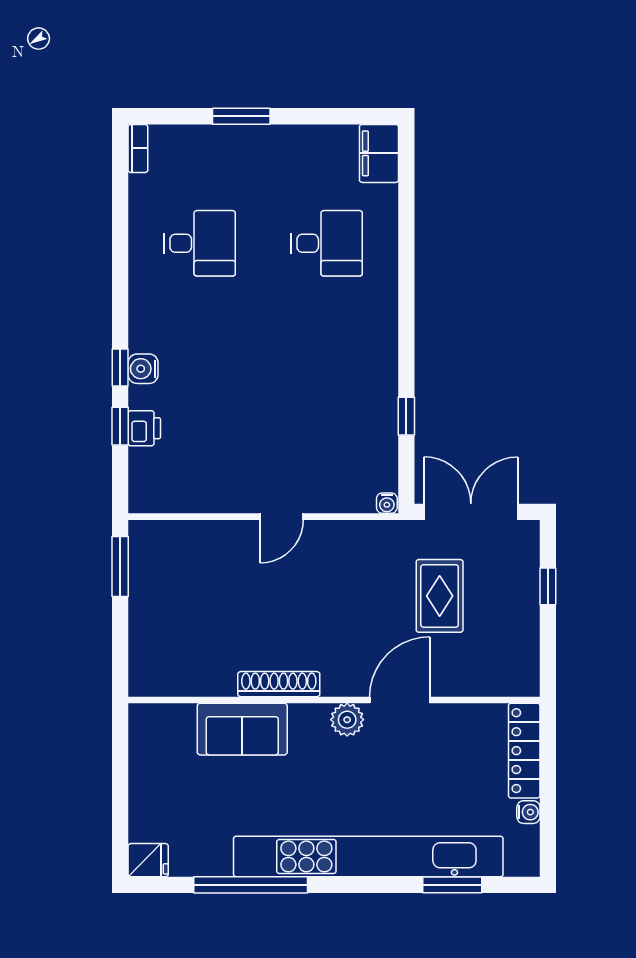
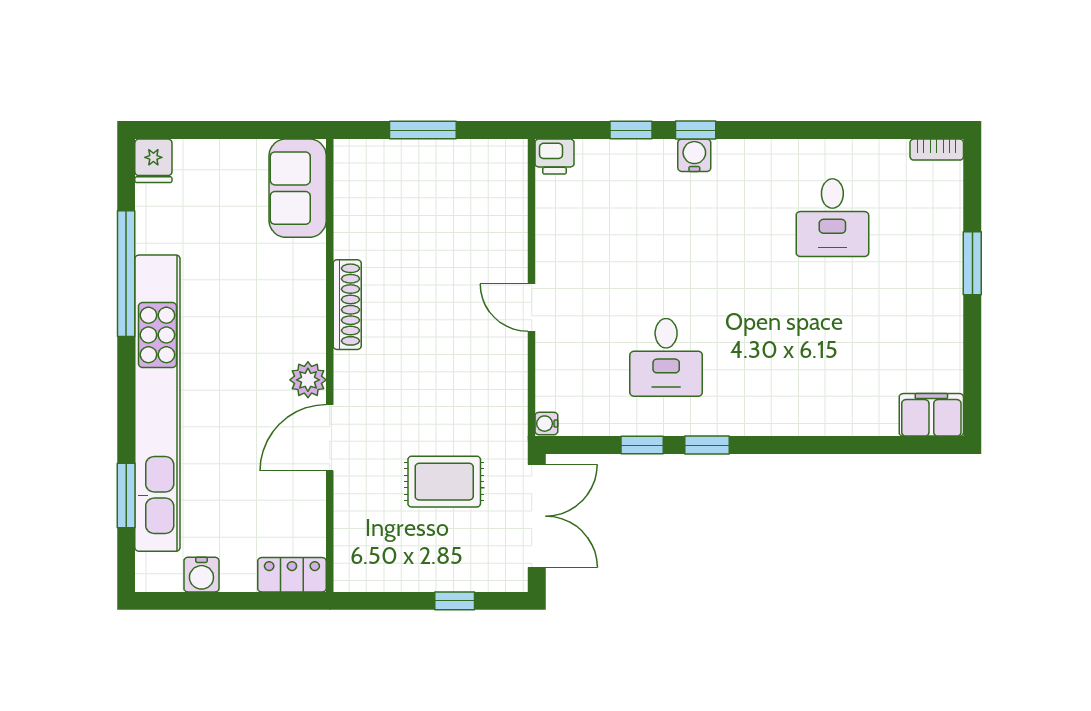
desk: (327, 243) -> (666, 357), moved
window: (406, 357) -> (707, 445), added
printer: (144, 428) -> (555, 157), moved
window: (120, 566) -> (423, 130), moved
door: (400, 700) -> (330, 438), swing flipped
sofa: (242, 729) -> (298, 188), moved
locker: (524, 751) -> (292, 575), width x0.66
water cooler: (528, 812) -> (201, 575), width x1.38, depth x1.38

